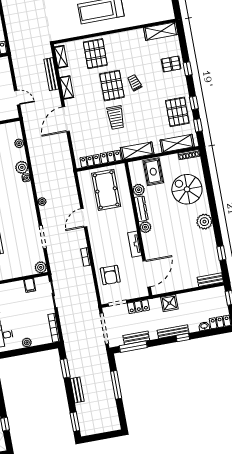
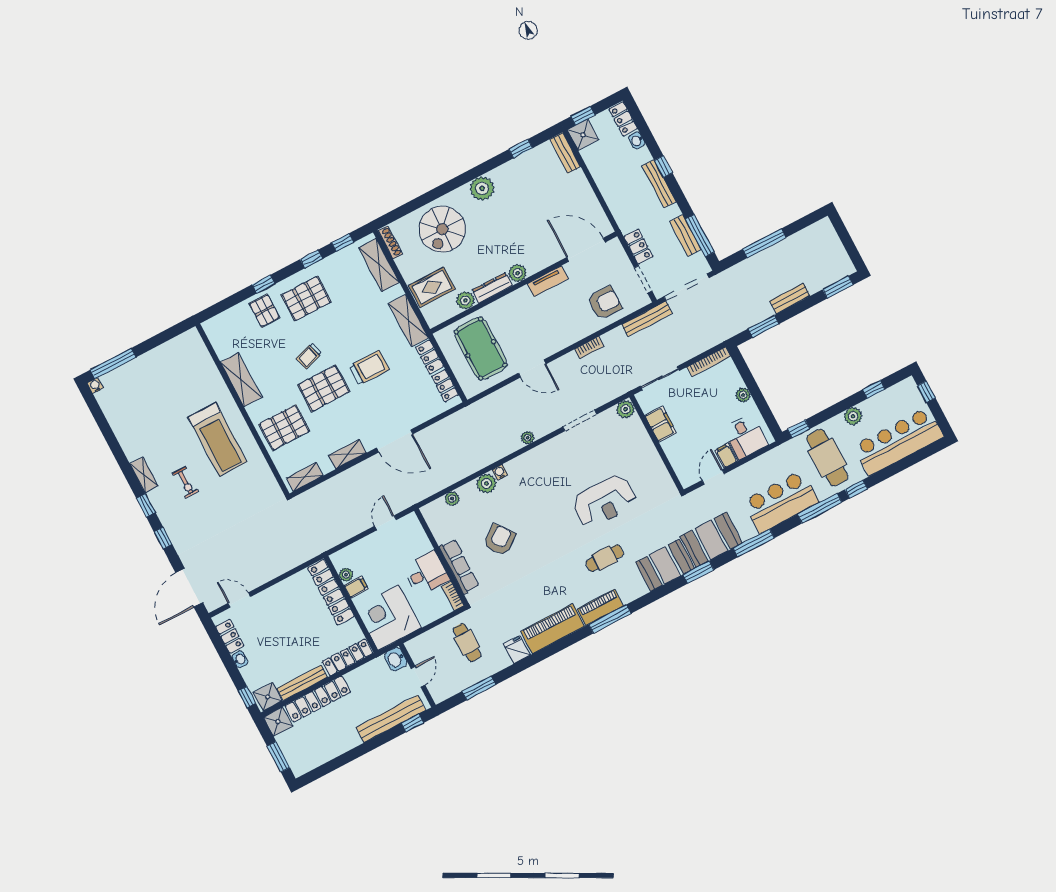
shelving: (161, 31) -> (241, 380), moved
bench: (51, 74) -> (647, 319), moved
pallet: (177, 112) -> (306, 299), moved
pool table: (106, 190) -> (481, 348), turned 90
filing cabinet: (30, 285) -> (661, 424), width x2.00
shower: (169, 303) -> (583, 135), moved

